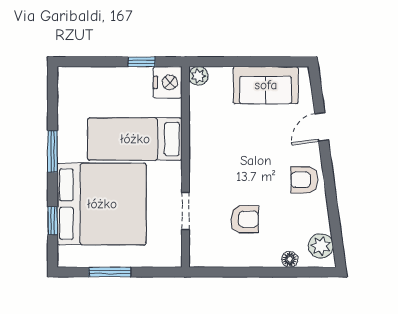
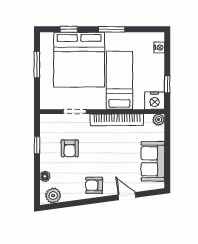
nightstand: (82, 75) -> (159, 47), added
bookcase: (199, 143) -> (117, 120), added
armchair: (304, 180) -> (94, 185), turned -90
window: (240, 272) -> (37, 145), added

